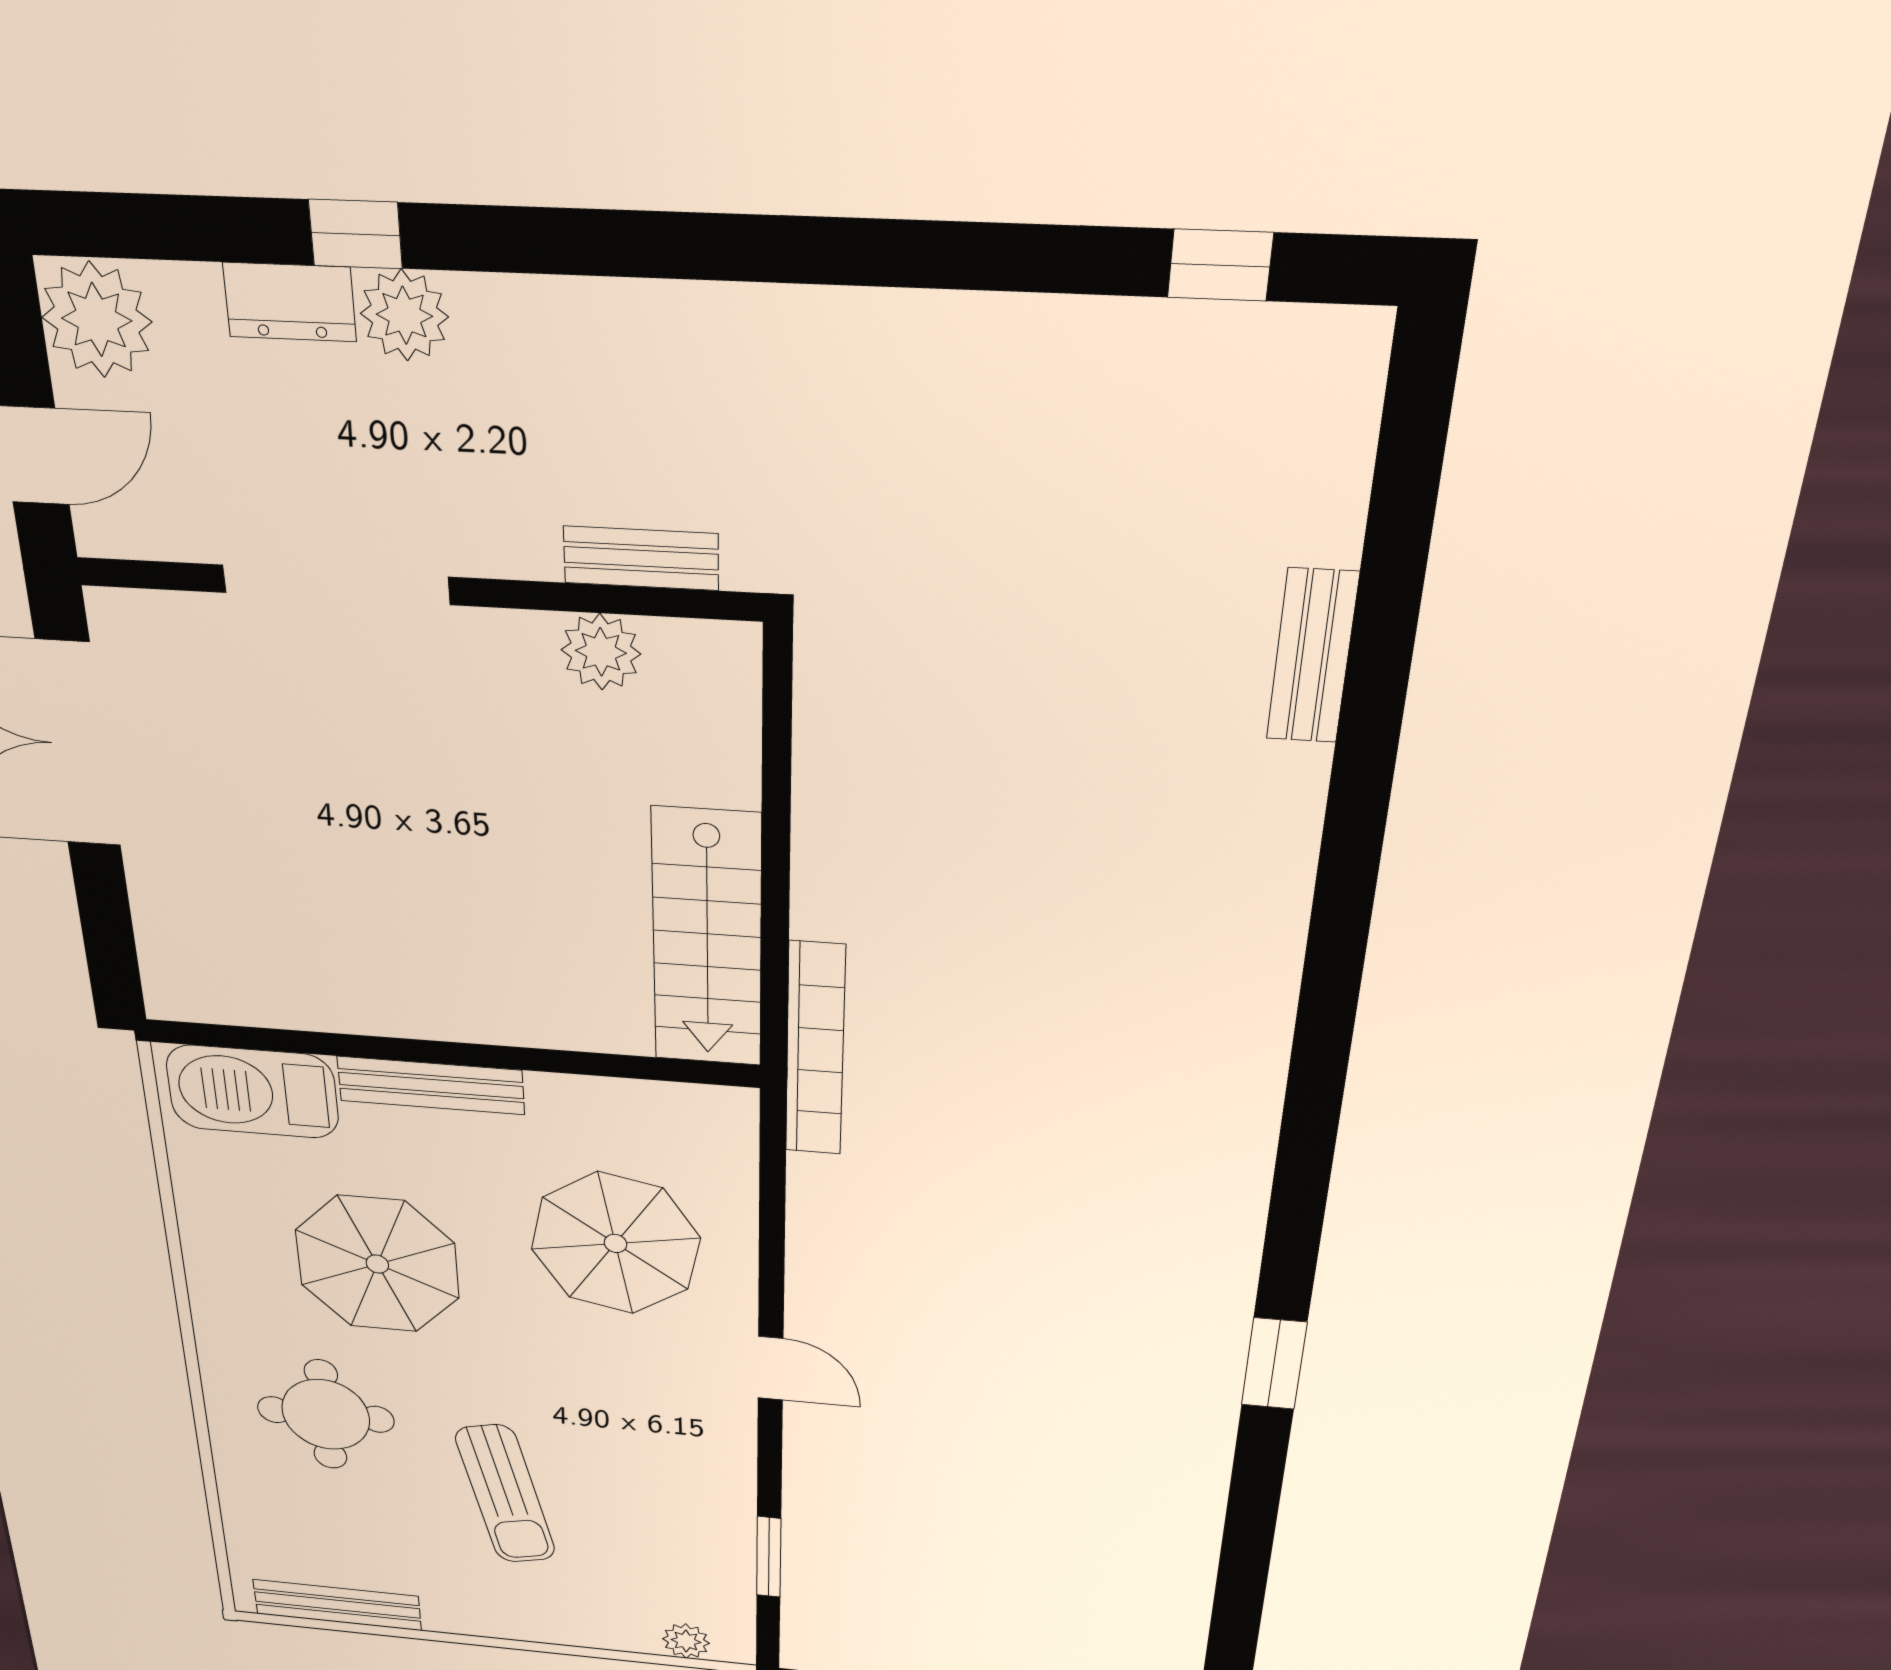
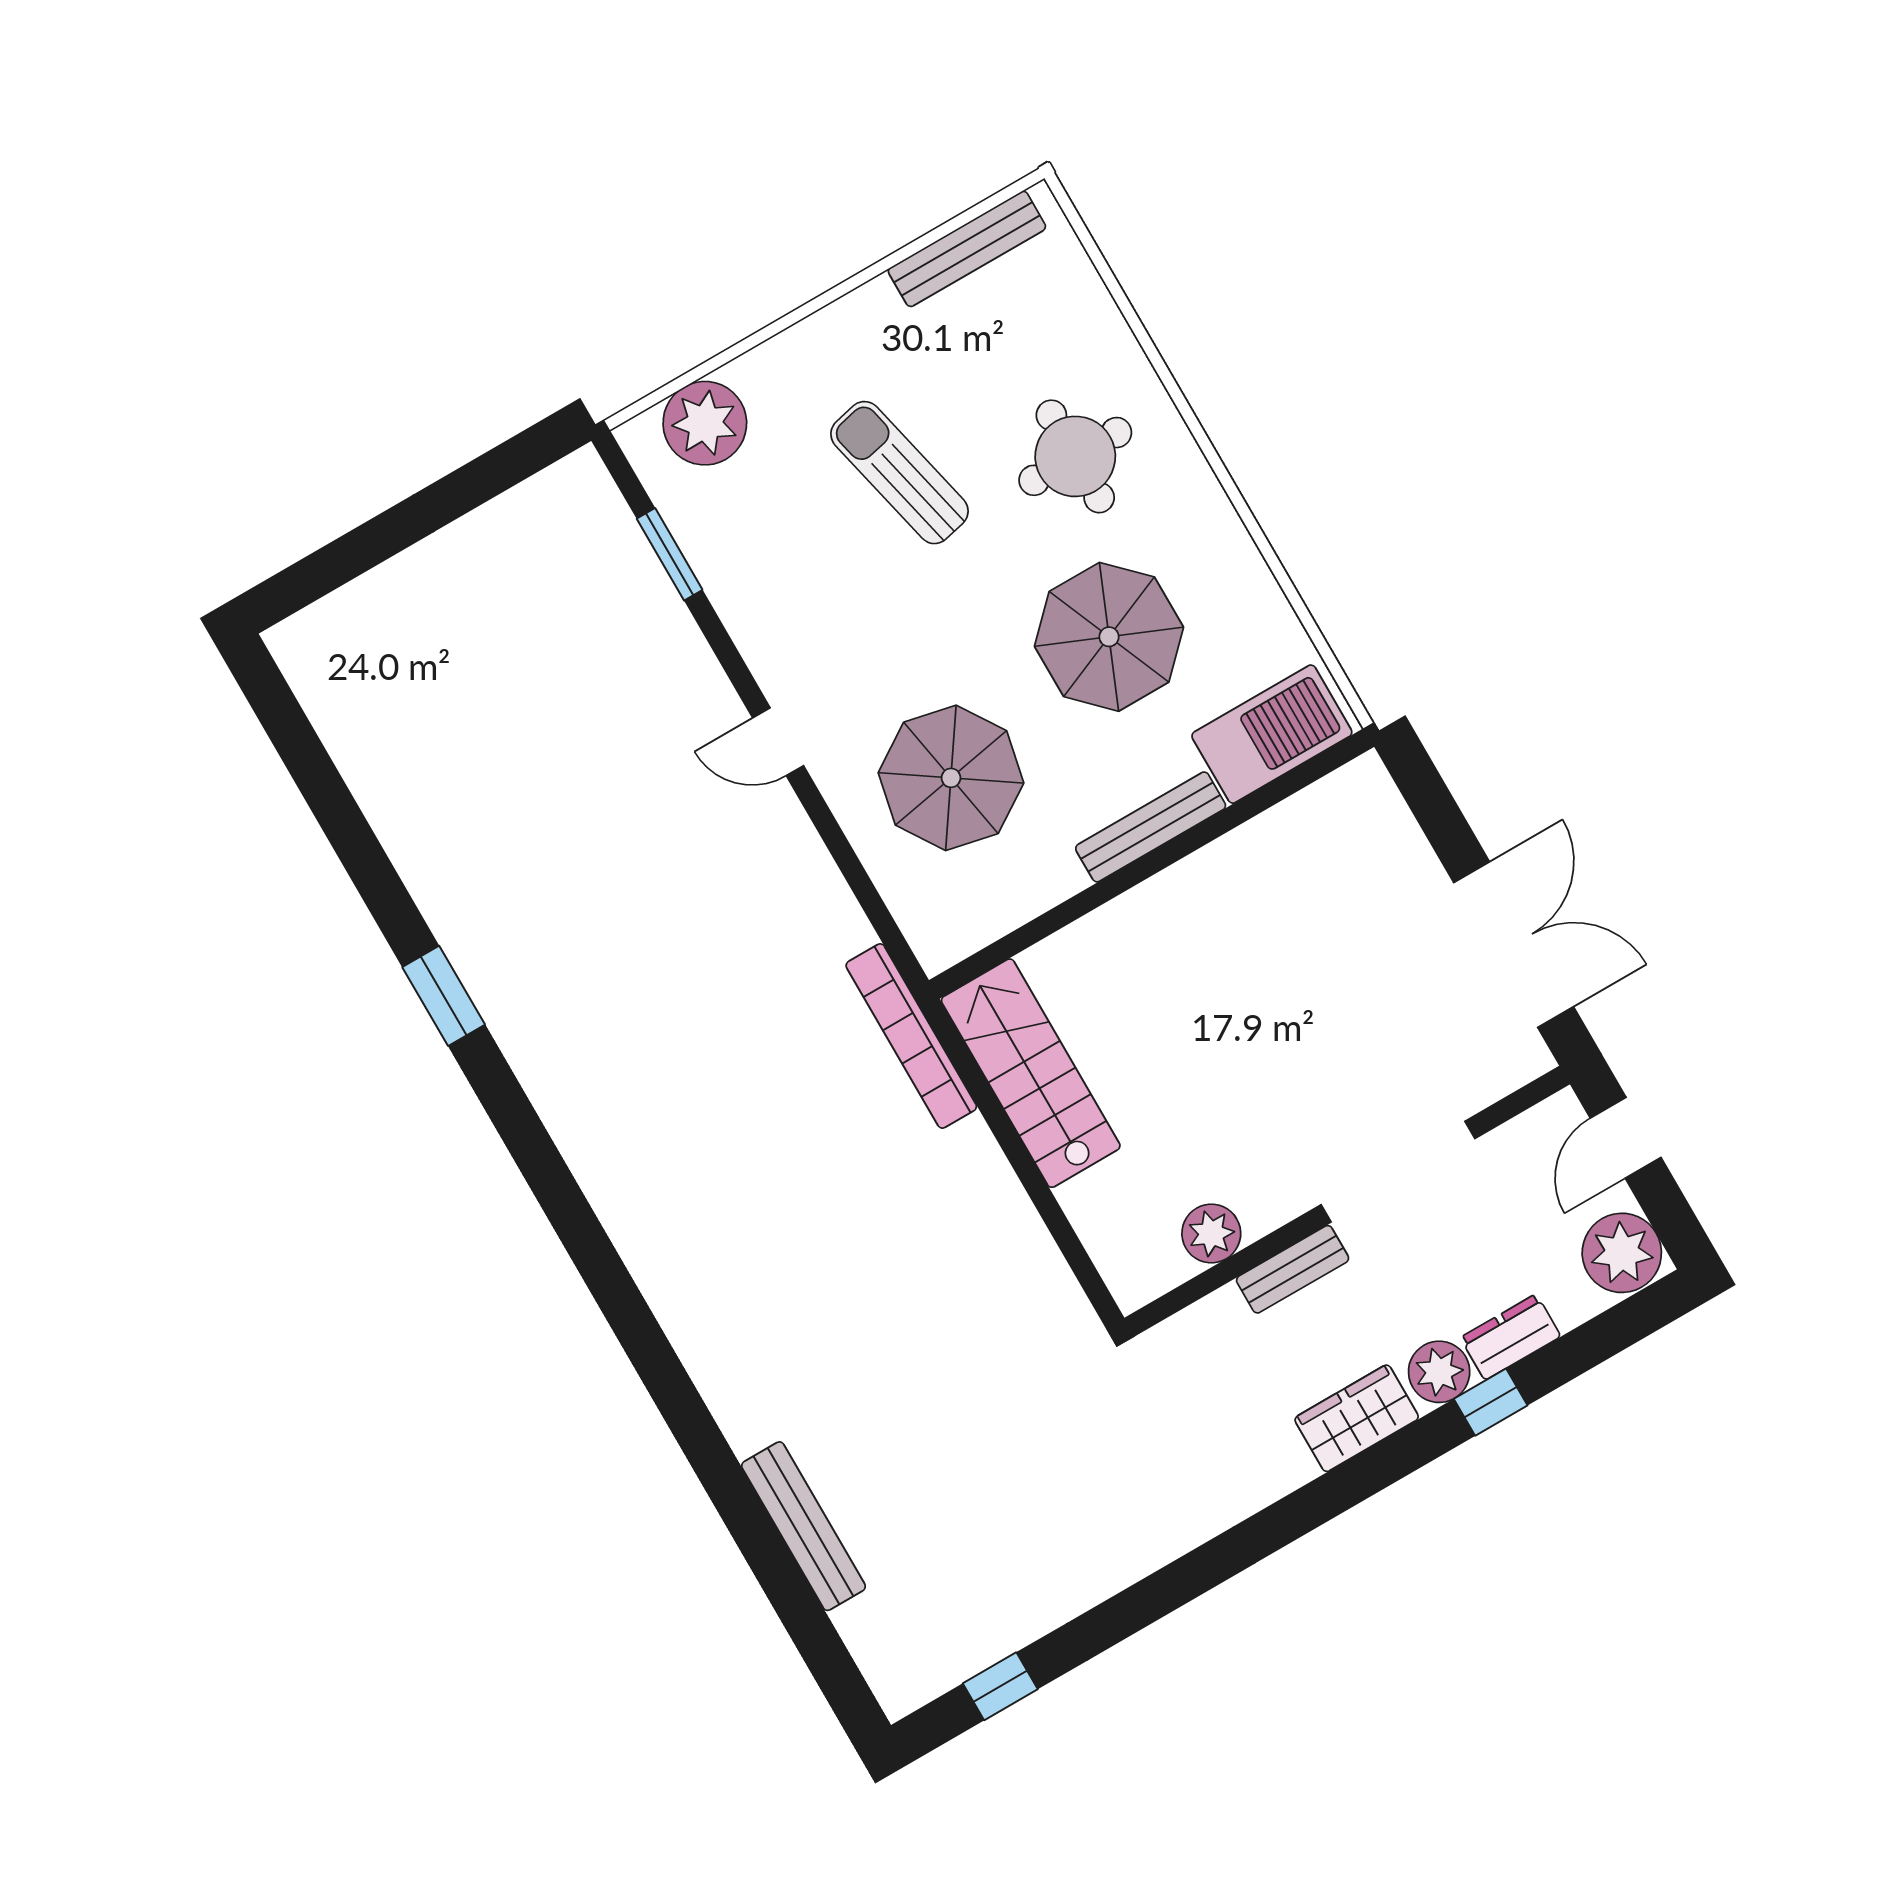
wardrobe: (542, 322) -> (1357, 1418), added
bench: (641, 558) -> (1293, 1269), moved
bench: (1312, 656) -> (803, 1526), width x1.36
plant: (686, 1641) -> (705, 423), width x1.87, depth x1.87

